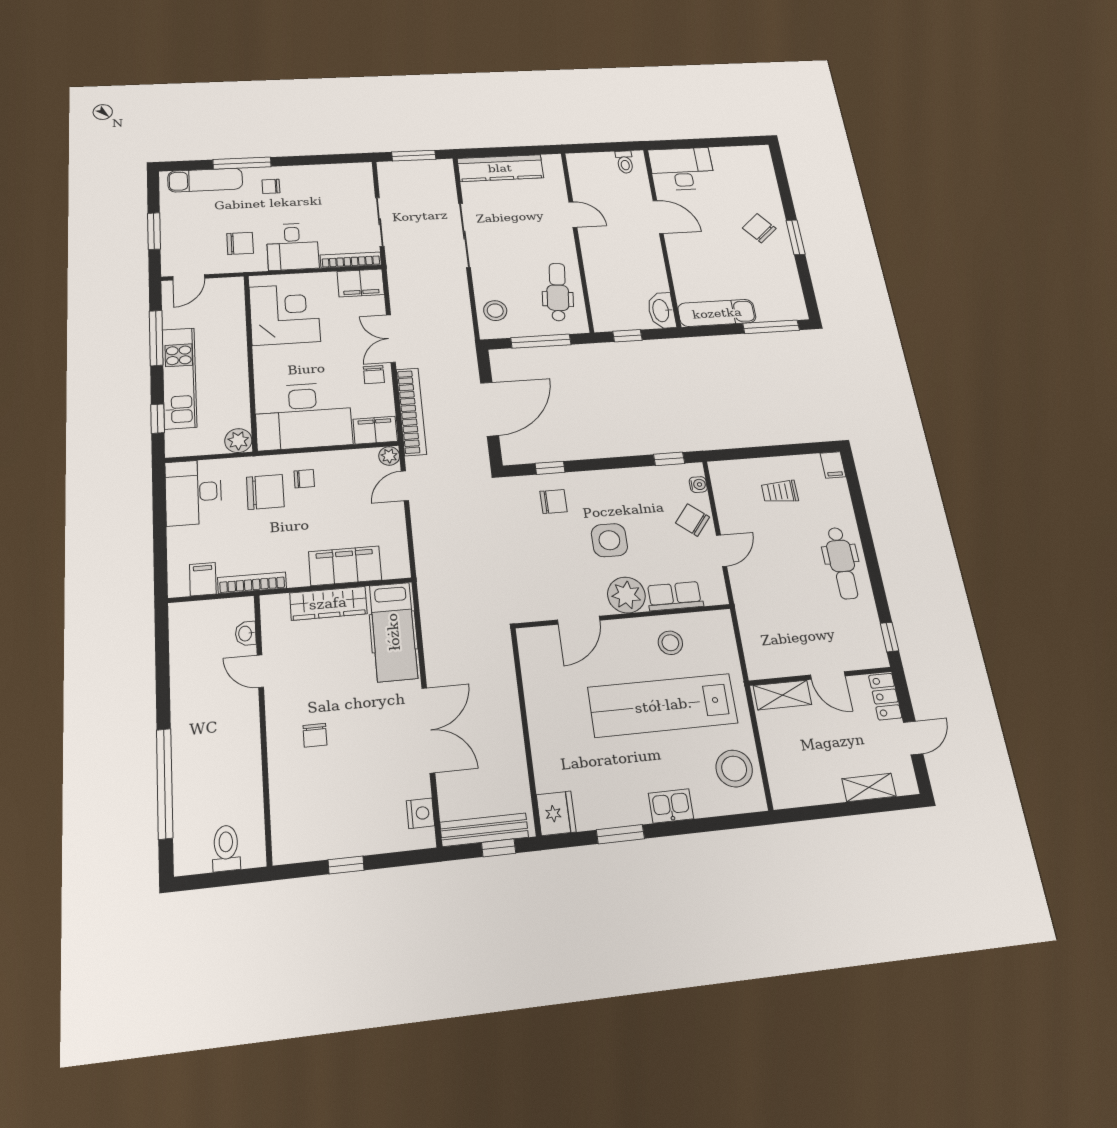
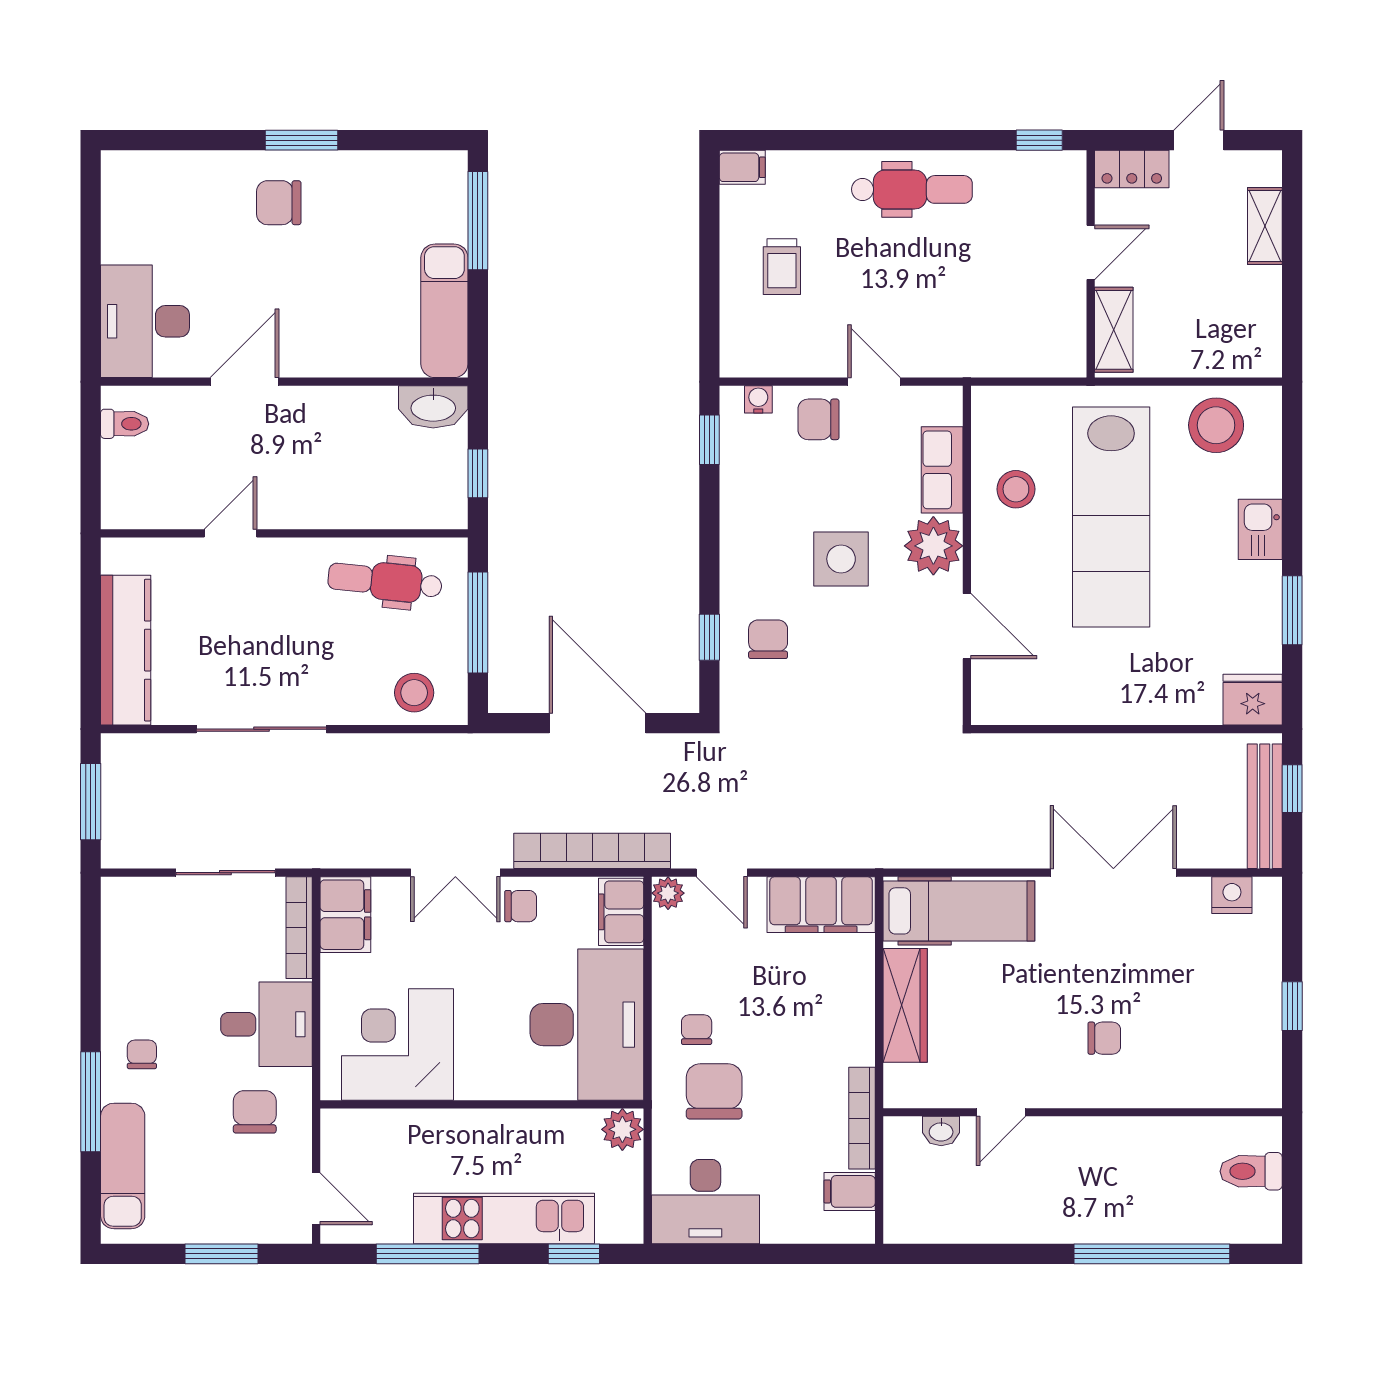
chair: (271, 186) -> (142, 1054), turned 180
chair: (759, 228) -> (279, 203), turned 41
chair: (693, 520) -> (819, 419), turned 51
filing cabinet: (345, 566) -> (821, 905), moved, turned -90
door: (913, 738) -> (1199, 140), hinge flipped

